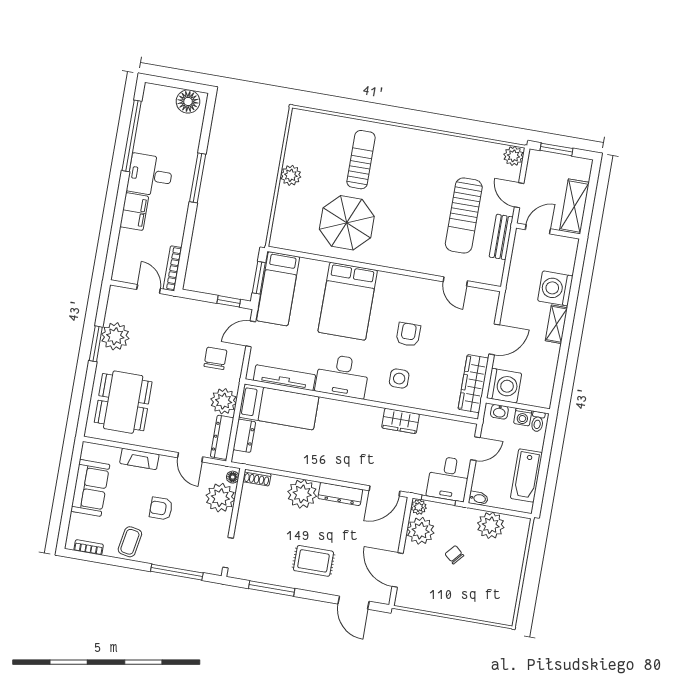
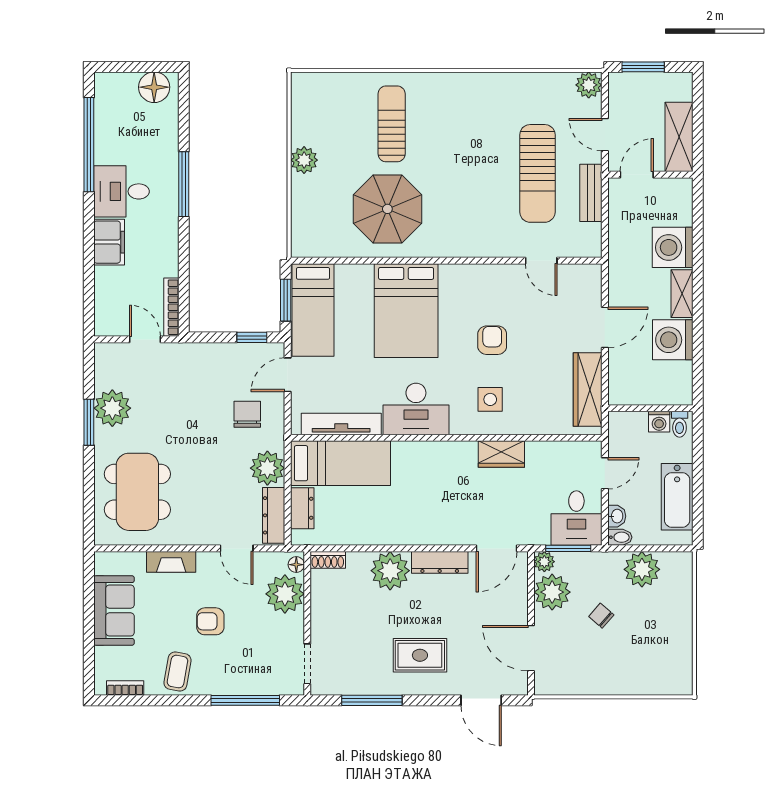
washing machine: (504, 386) -> (673, 340), moved, turned 180
washbasin: (499, 412) -> (617, 516), moved, turned -90

